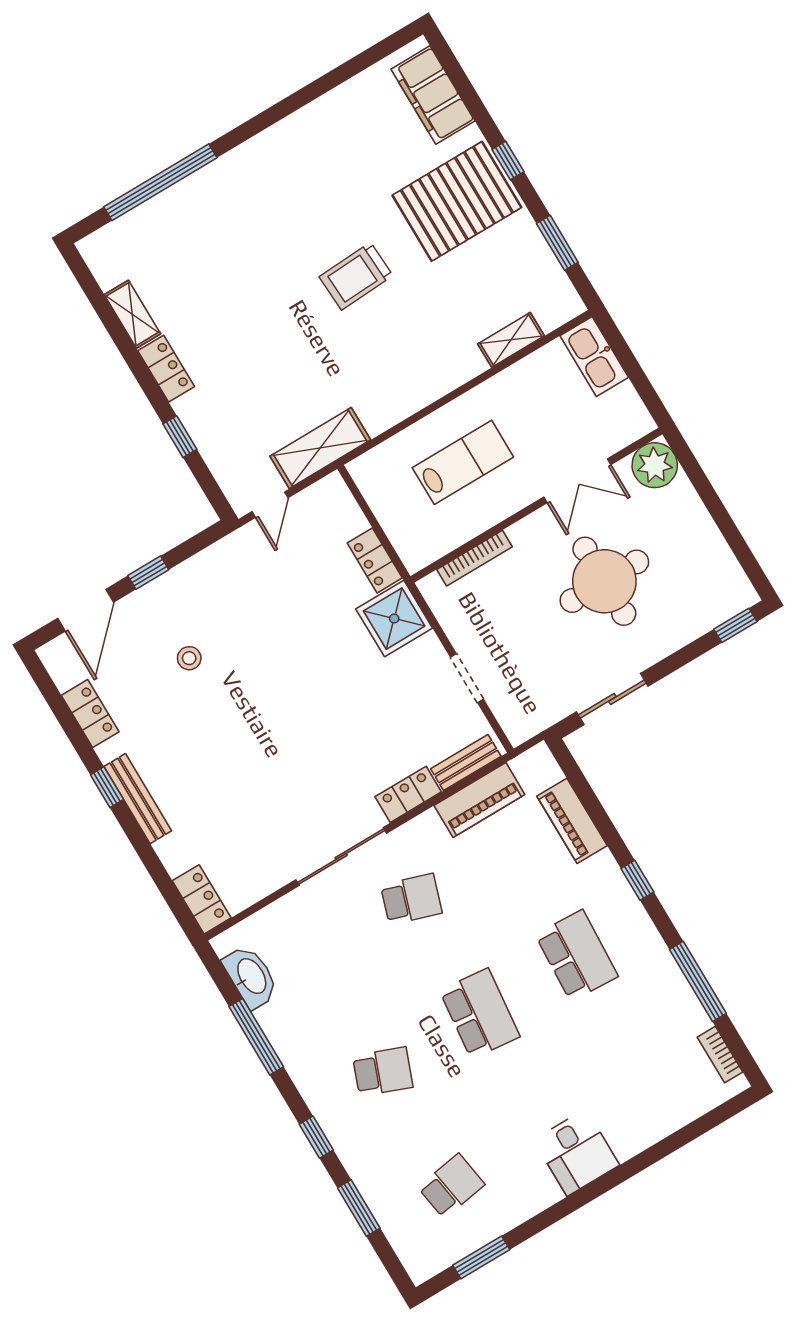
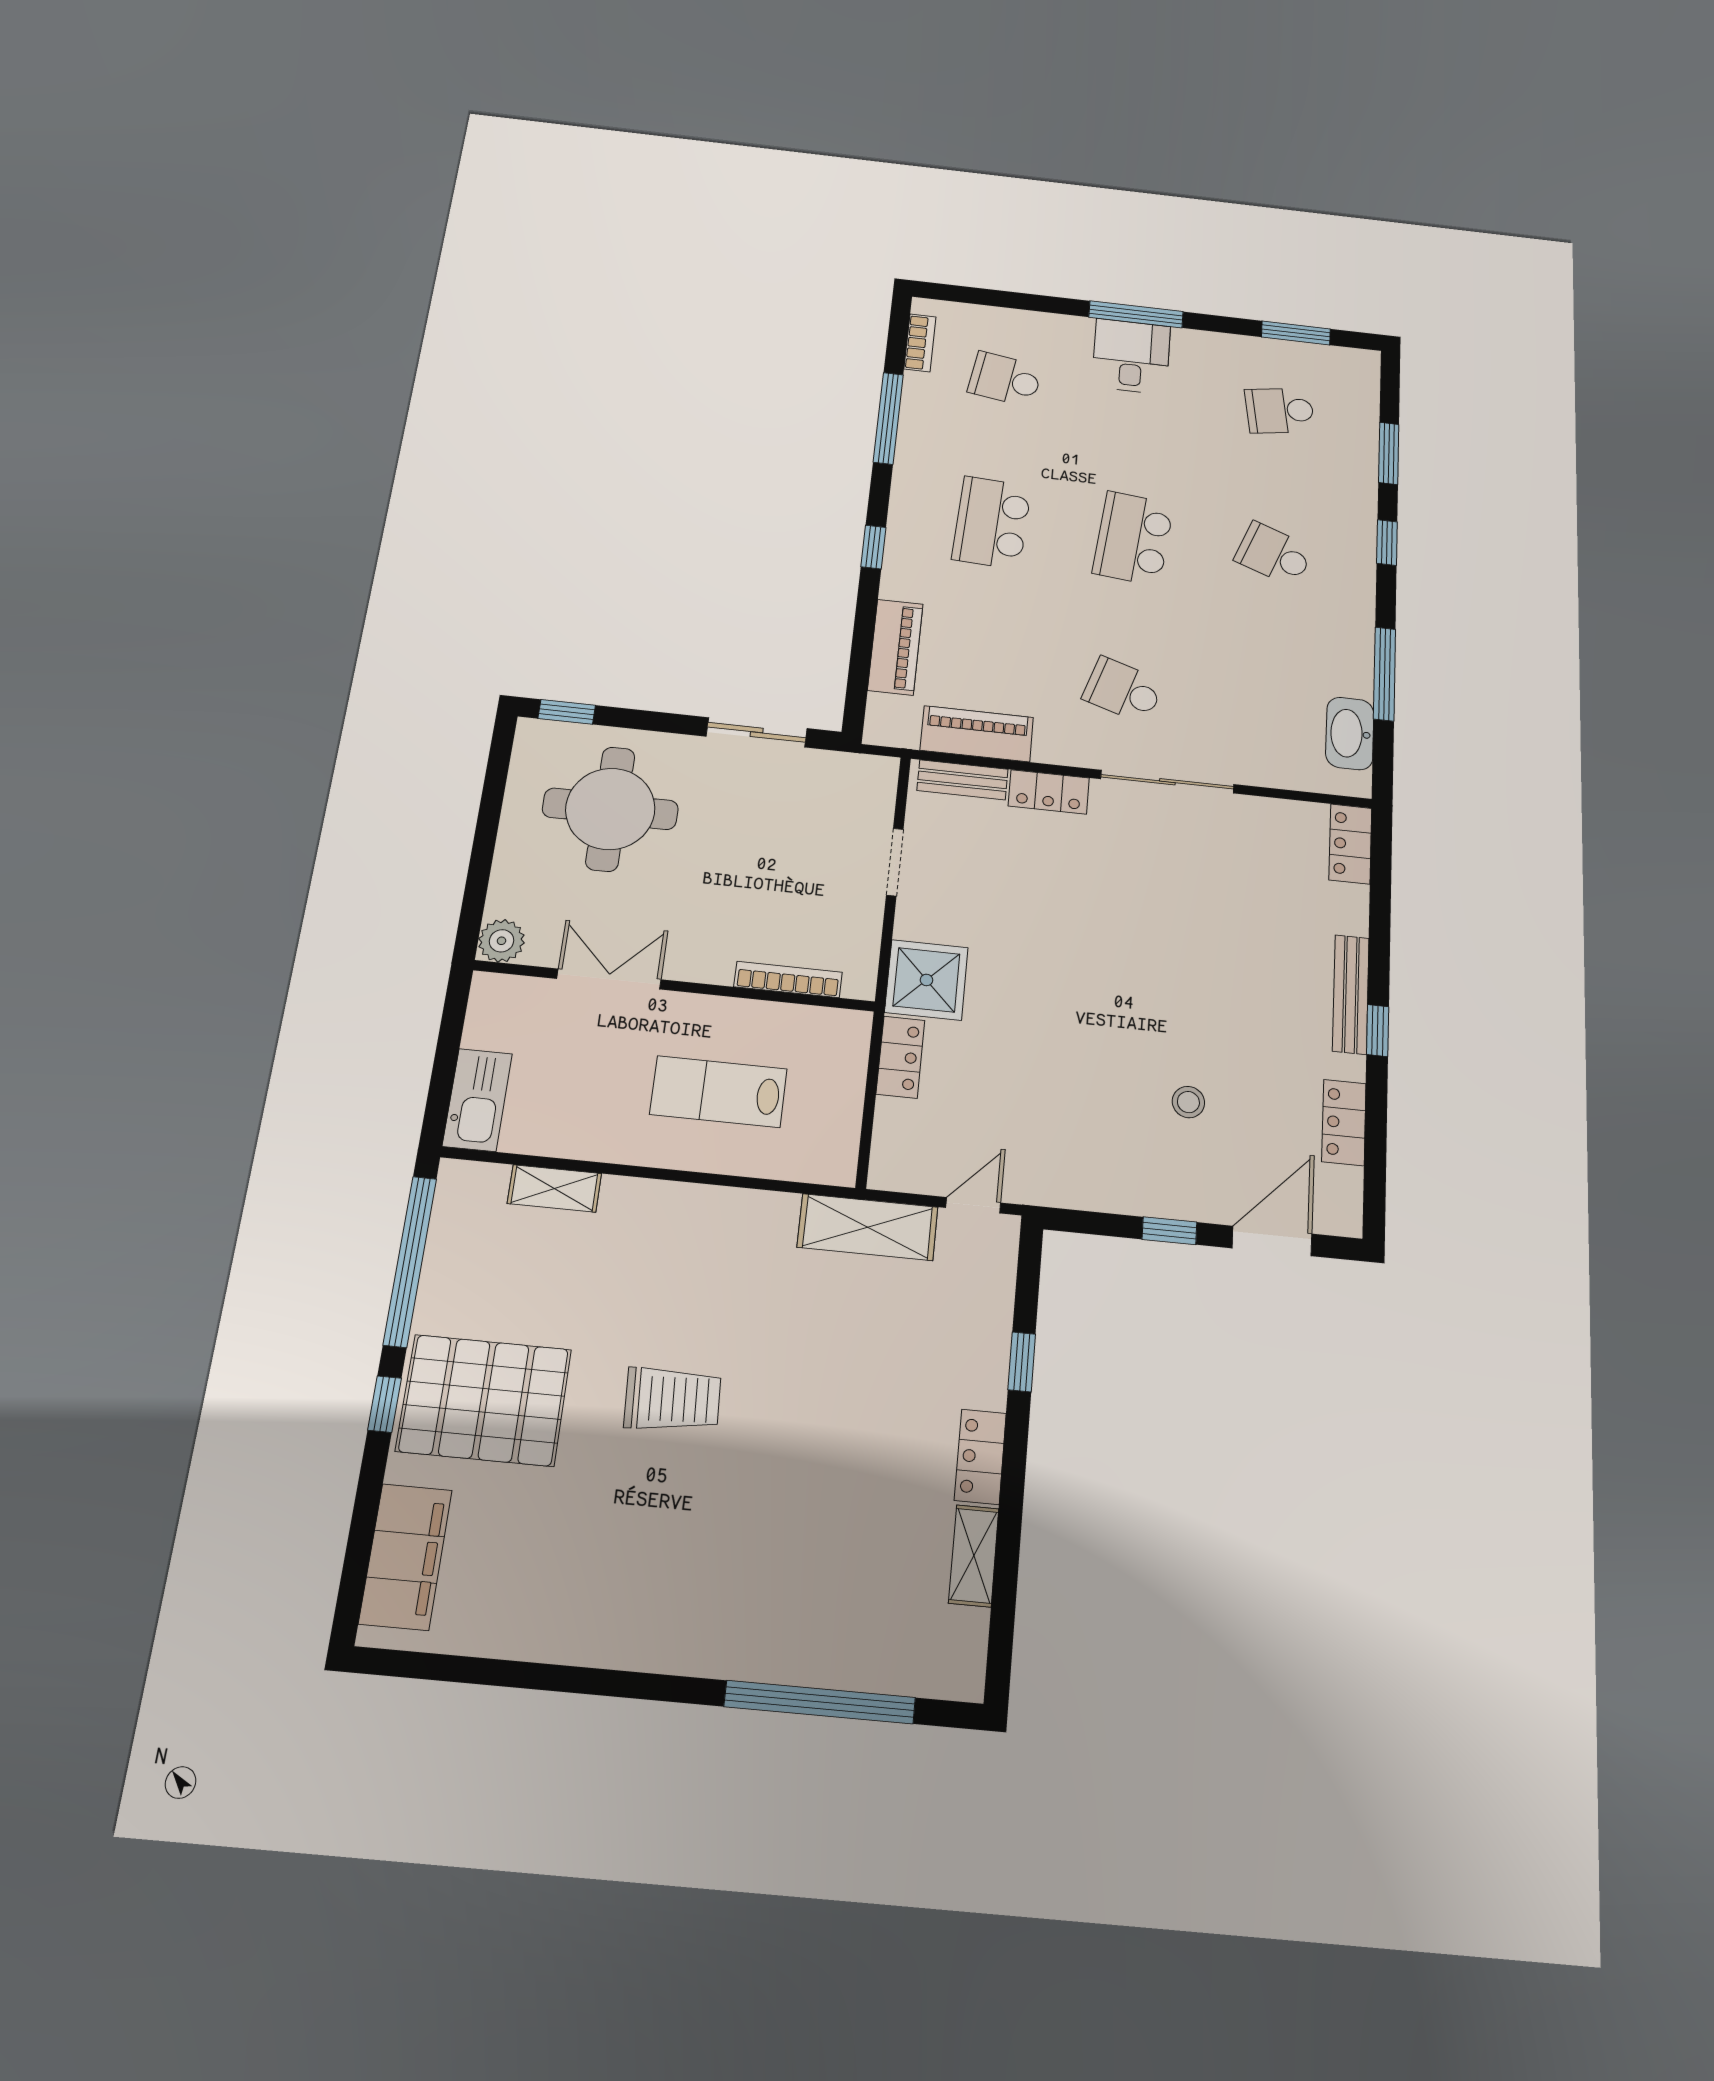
window: (557, 243) -> (410, 1261), width x2.11
plant: (655, 465) -> (502, 941), width x0.73, depth x0.73
round table: (604, 581) -> (610, 809), moved
school desk: (645, 1070) -> (1005, 379), added
window: (596, 1189) -> (1136, 314), added

